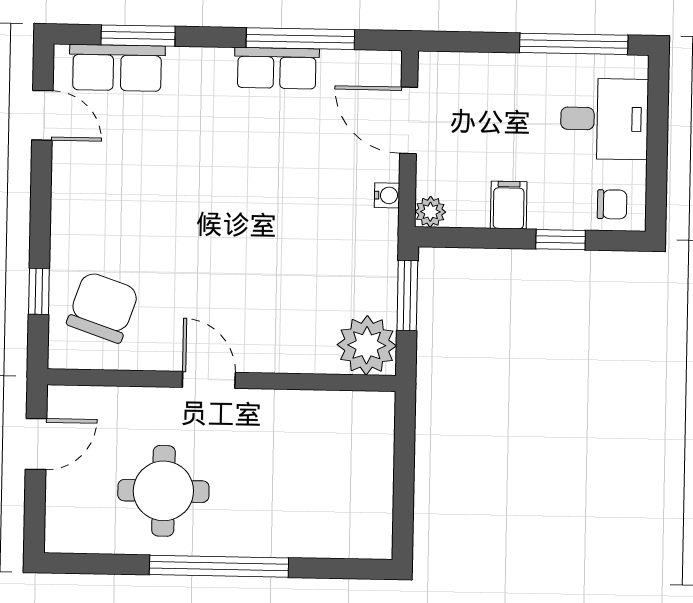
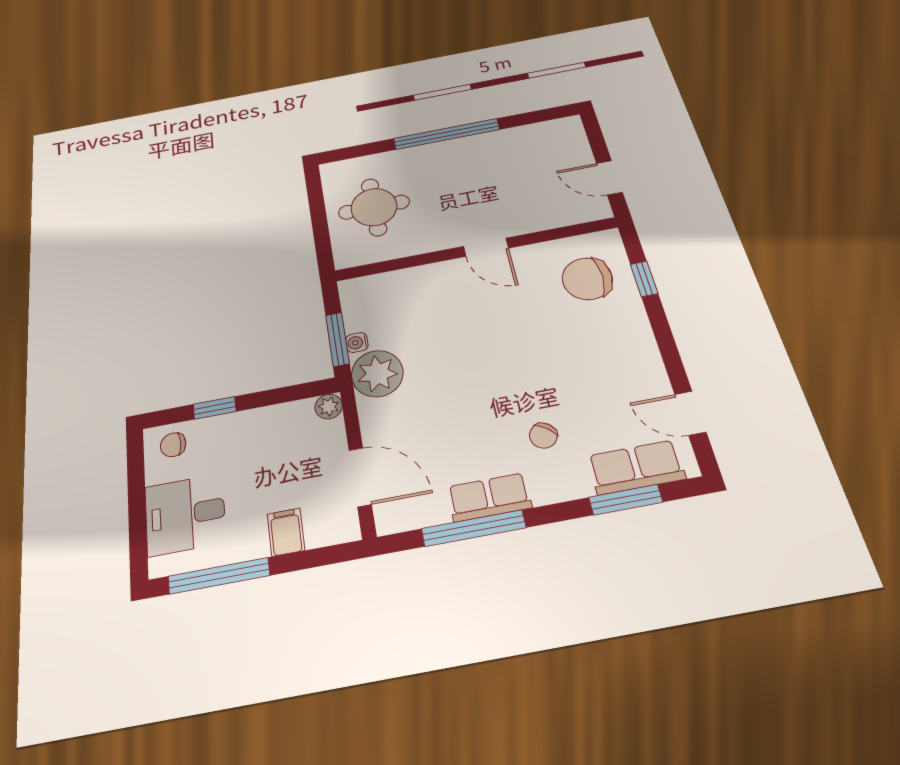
chair: (203, 124) -> (543, 436), added
water cooler: (387, 195) -> (357, 342), moved
filing cabinet: (509, 205) -> (286, 532), moved, turned 180
chair: (103, 307) -> (587, 279), turned 71
plant: (367, 345) -> (377, 374), moved
door: (36, 444) -> (609, 178), hinge flipped
round table: (163, 491) -> (374, 207), moved

